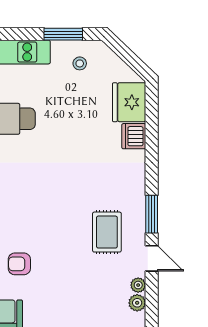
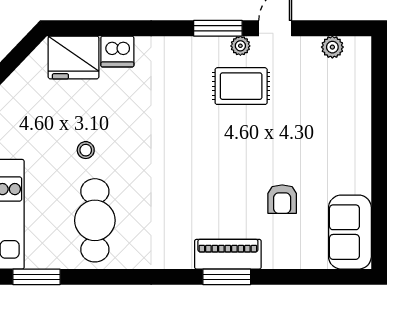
stool: (80, 63) -> (86, 150), moved
plant: (138, 285) -> (240, 46), moved

